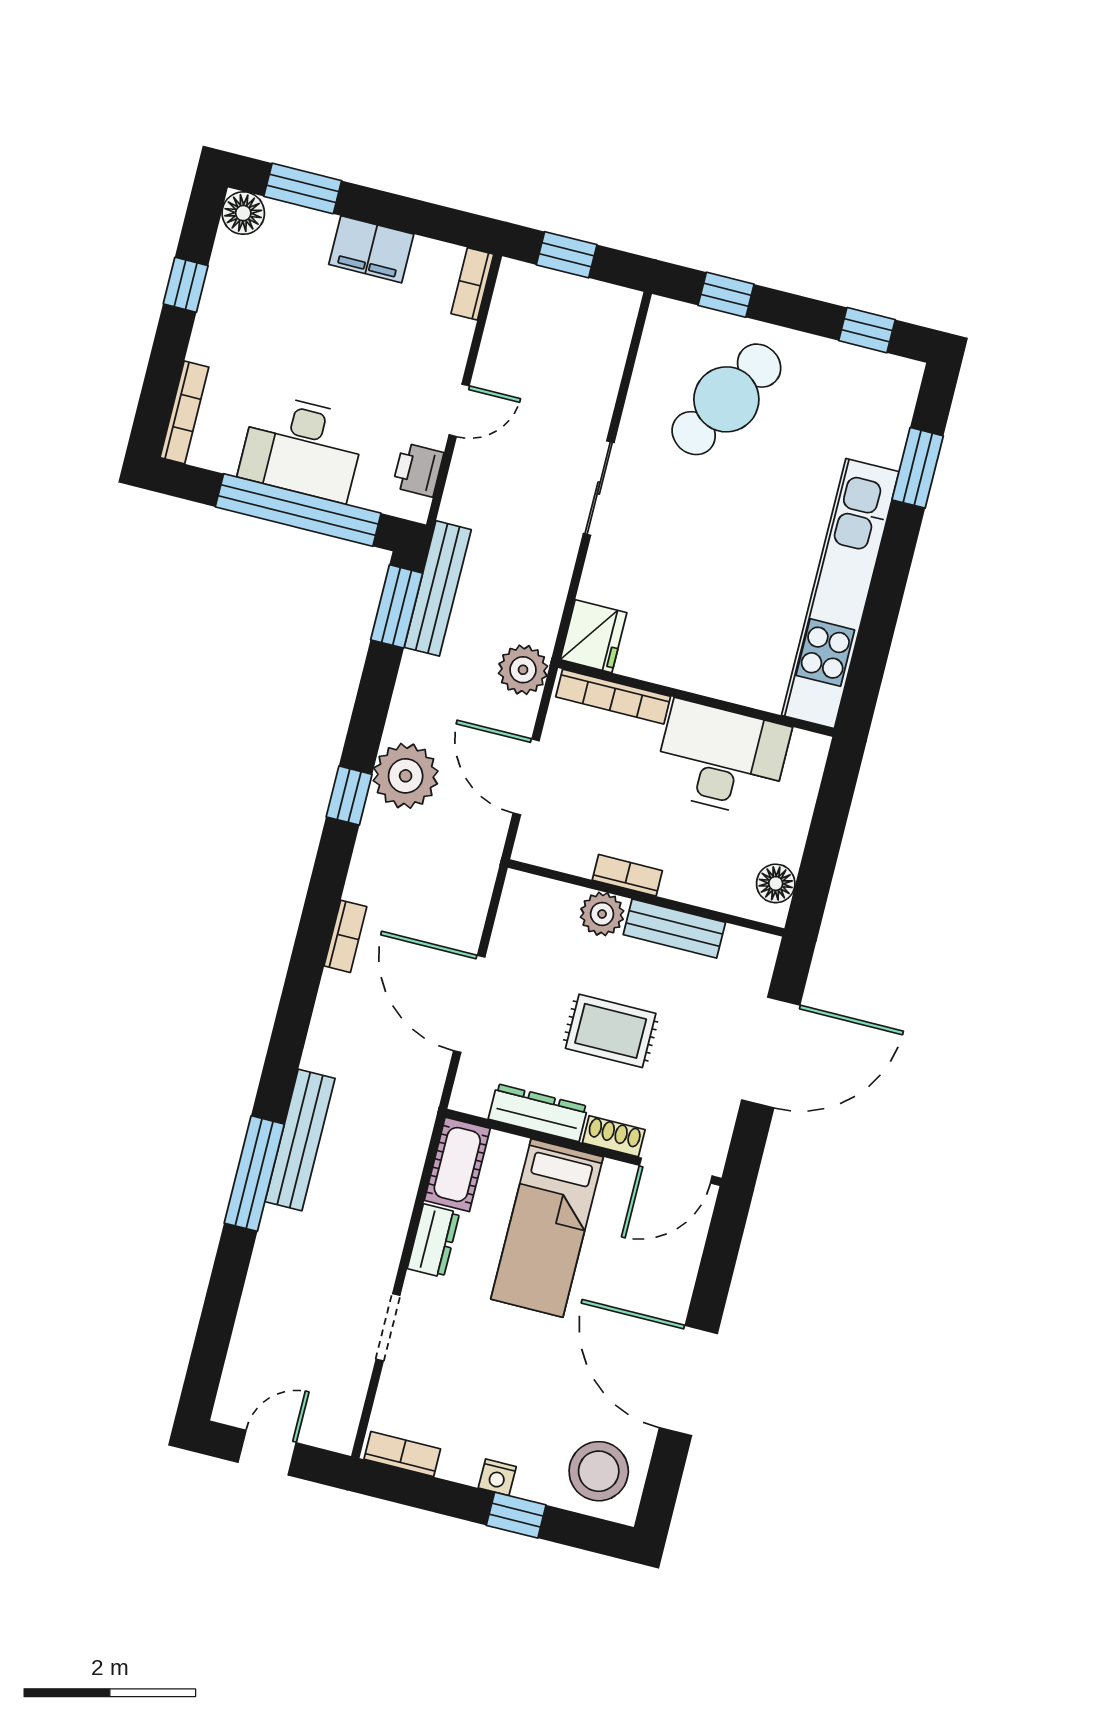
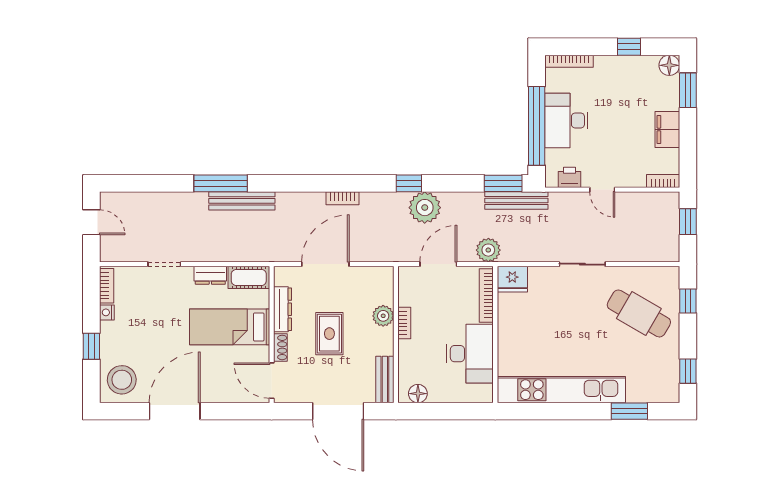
bench: (674, 929) -> (385, 380), moved
nightstand: (497, 1477) -> (107, 312), moved

